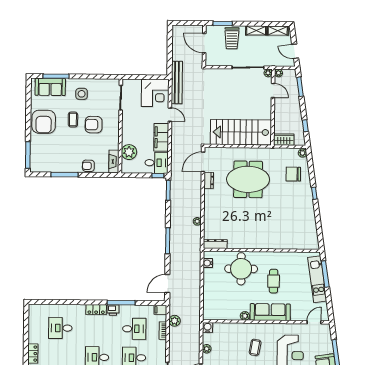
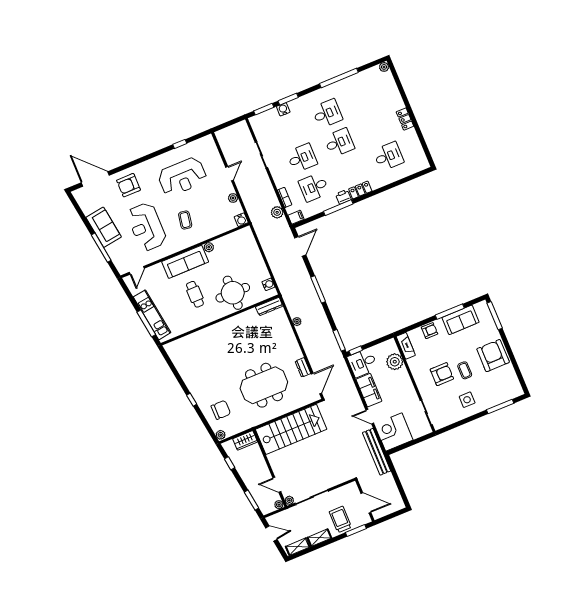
sofa: (50, 87) -> (460, 320), moved, turned 180

